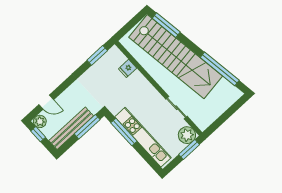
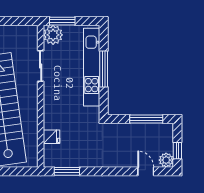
window: (87, 127) -> (146, 119), moved
bench: (71, 128) -> (145, 130), removed
window: (124, 132) -> (104, 69), moved

